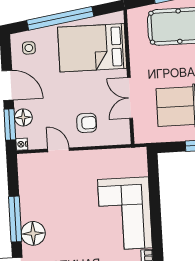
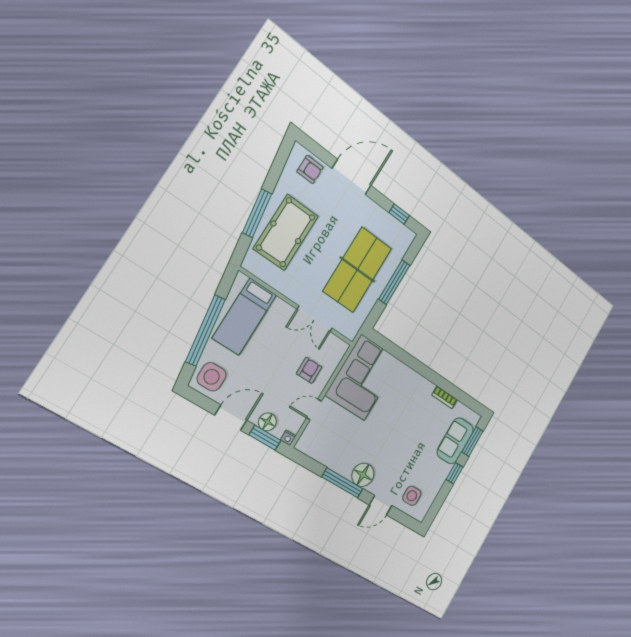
side table: (29, 48) -> (212, 377), width x1.87, depth x1.87
bed: (92, 48) -> (244, 316), width x0.67
corner sofa: (125, 214) -> (363, 377), moved, turned -90

